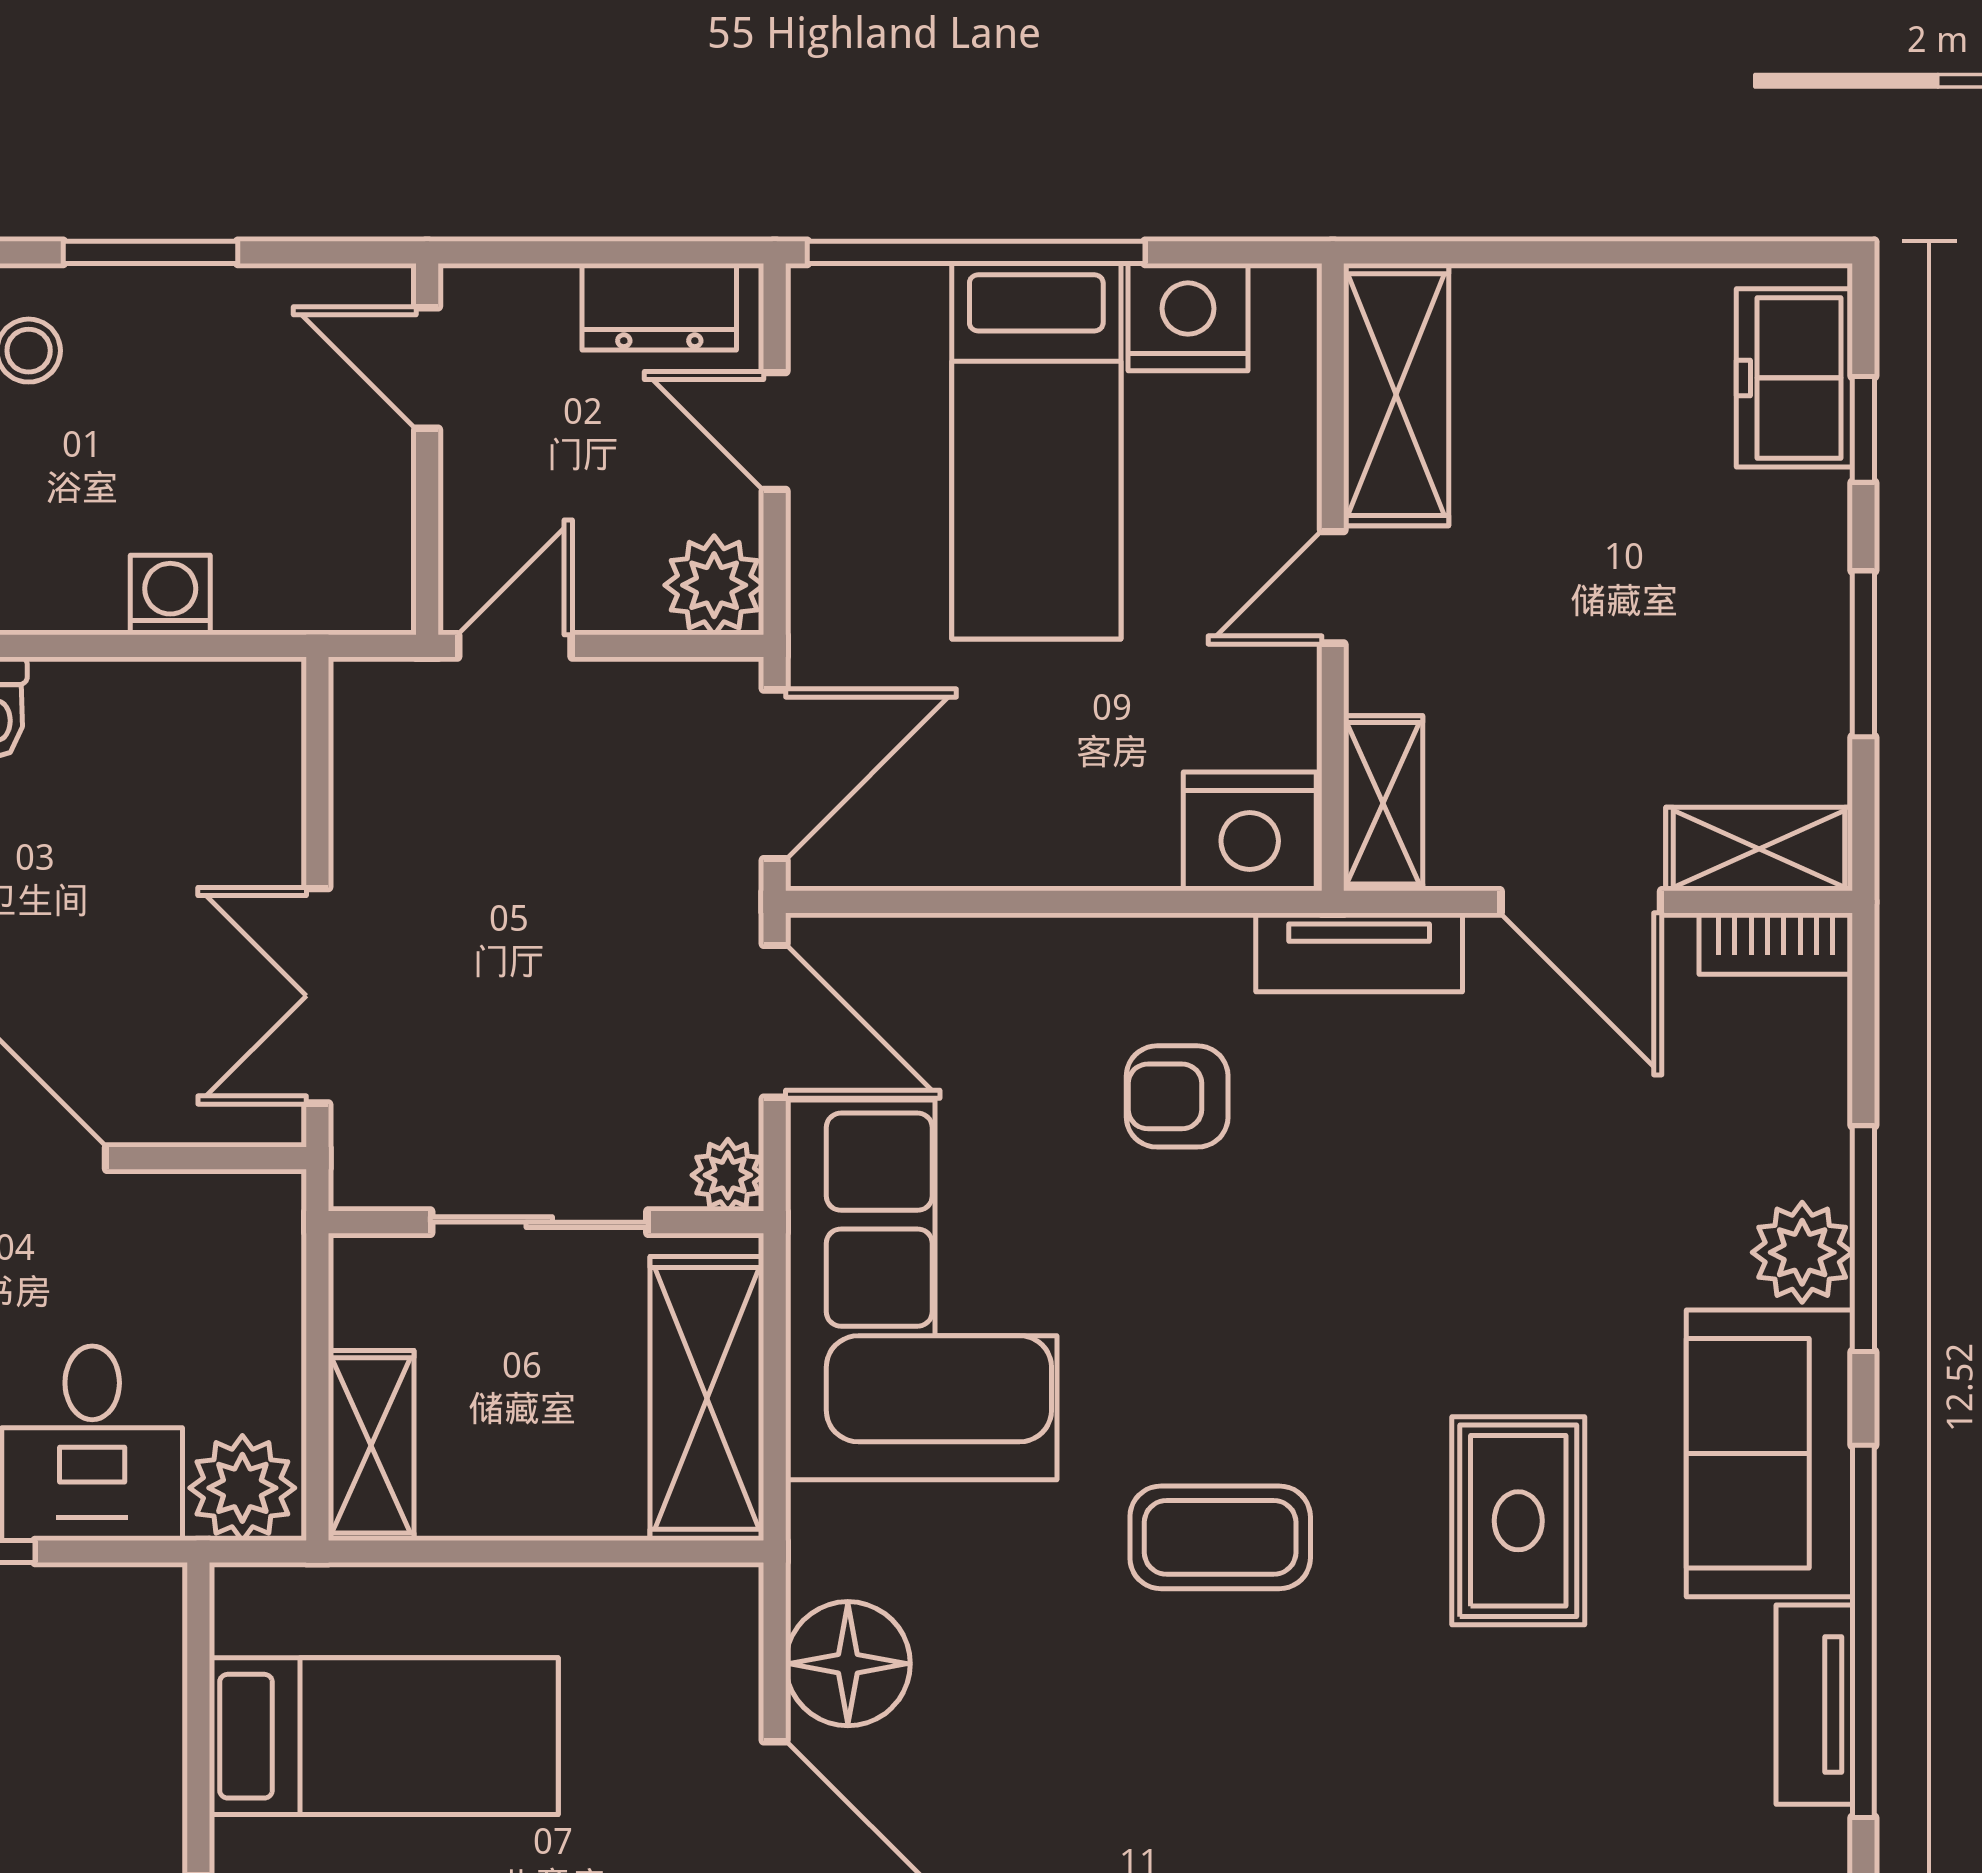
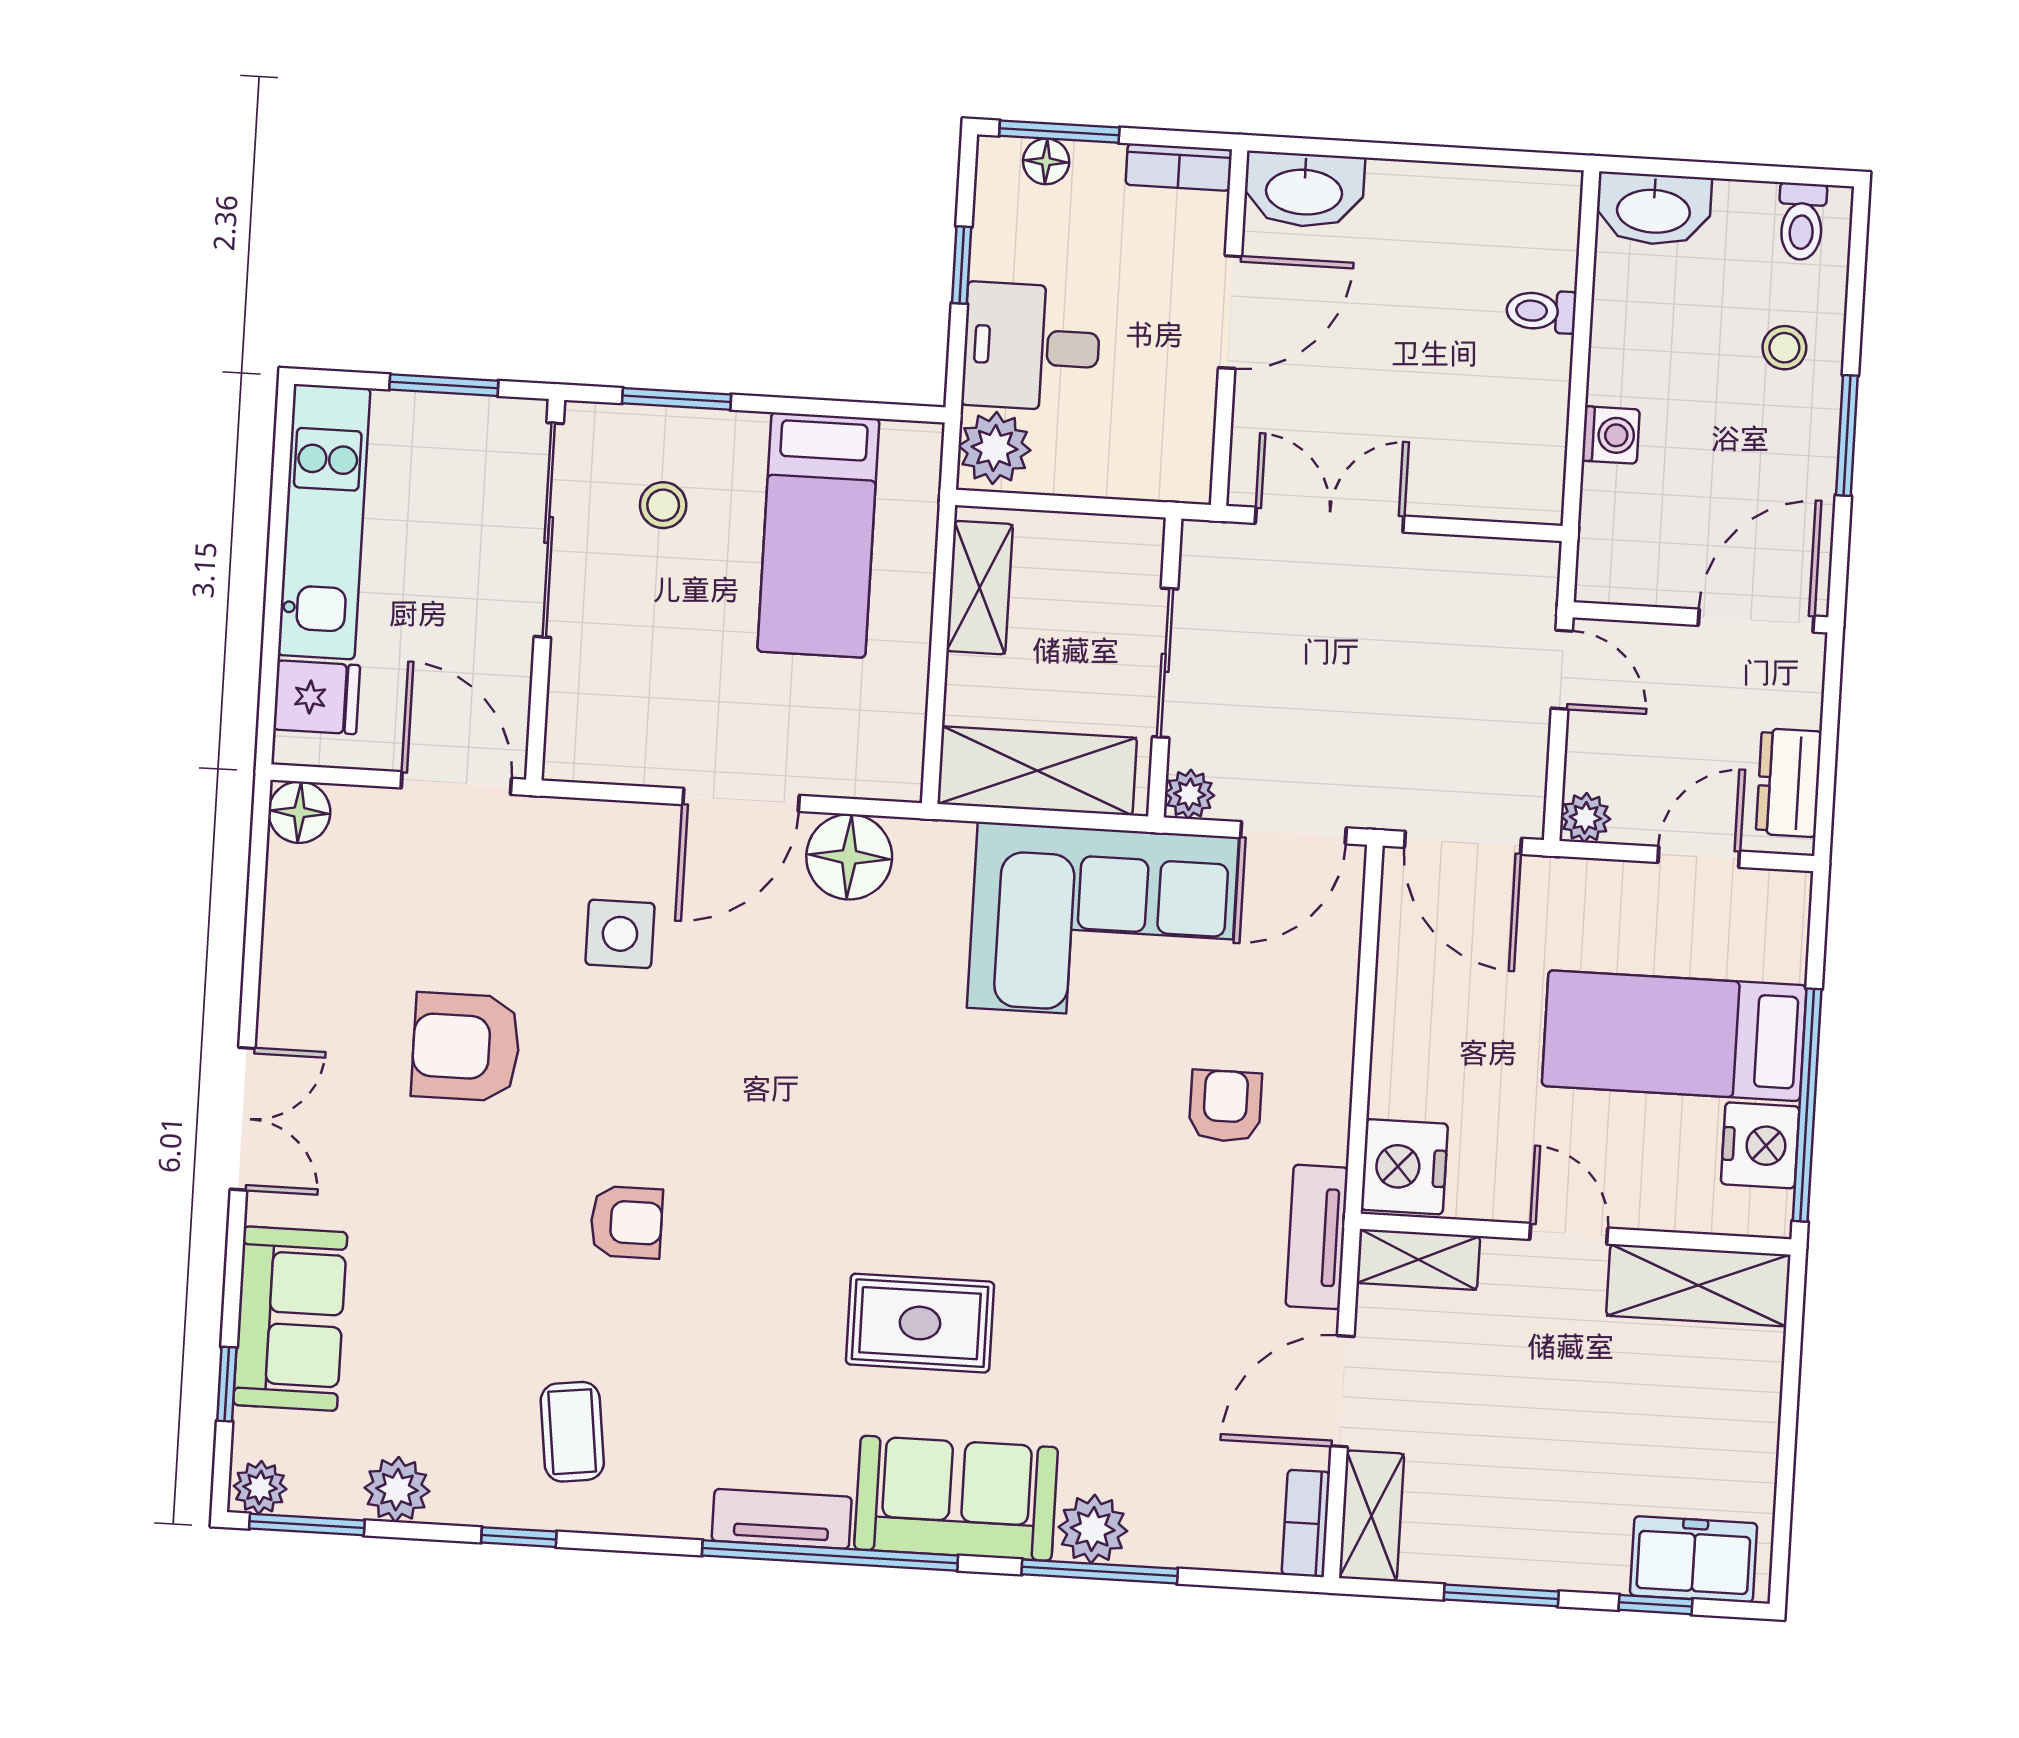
window: (976, 252) -> (1807, 1105), moved
door: (427, 368) -> (1756, 621), width x1.38
plant: (714, 585) -> (1585, 818), width x0.73, depth x0.73
shelving: (371, 1445) -> (980, 588), moved, turned 90
coffee table: (1220, 1537) -> (921, 1118), removed

